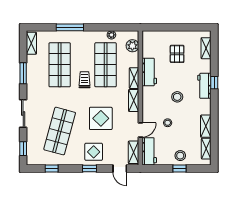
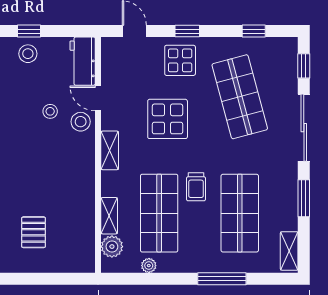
workbench: (149, 72) -> (82, 200), removed
shelving: (134, 78) -> (109, 216), moved
stool: (177, 97) -> (81, 122), moved
sliding door: (23, 113) -> (304, 128), width x1.37
door: (140, 130) -> (98, 98), hinge flipped
shop shelf: (60, 131) -> (240, 97), turned -30
shelving: (134, 152) -> (110, 59), removed

